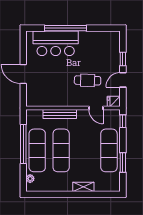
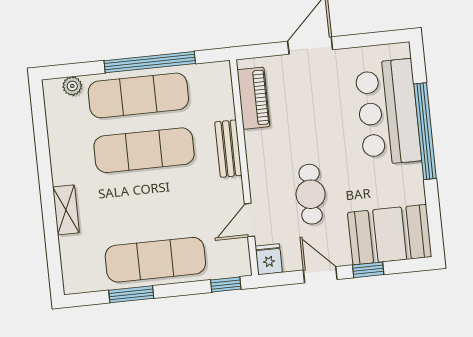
booth: (109, 48) -> (390, 235), added
piano: (44, 101) -> (253, 98), added
bench: (60, 114) -> (228, 149), width x0.73

